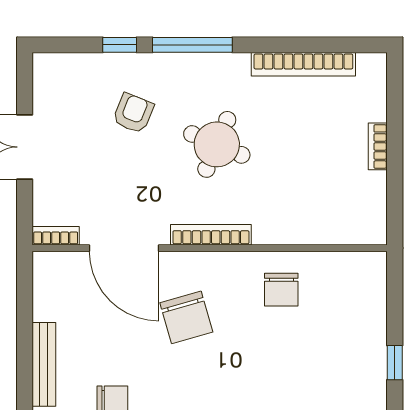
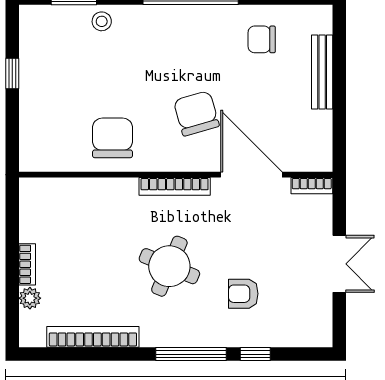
plant: (375, 108) -> (30, 298), added
armchair: (133, 113) -> (243, 294), turned 68
chair: (281, 290) -> (112, 138), width x1.37, depth x1.37

